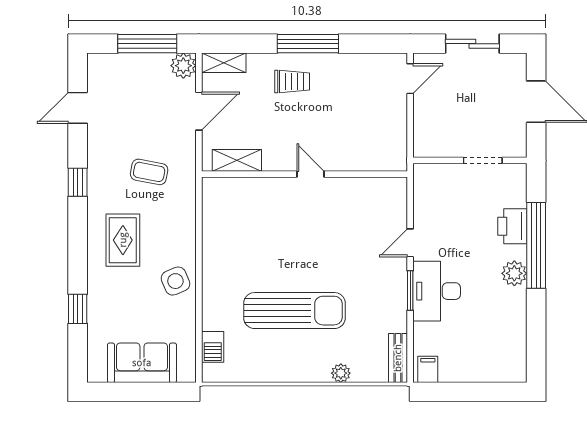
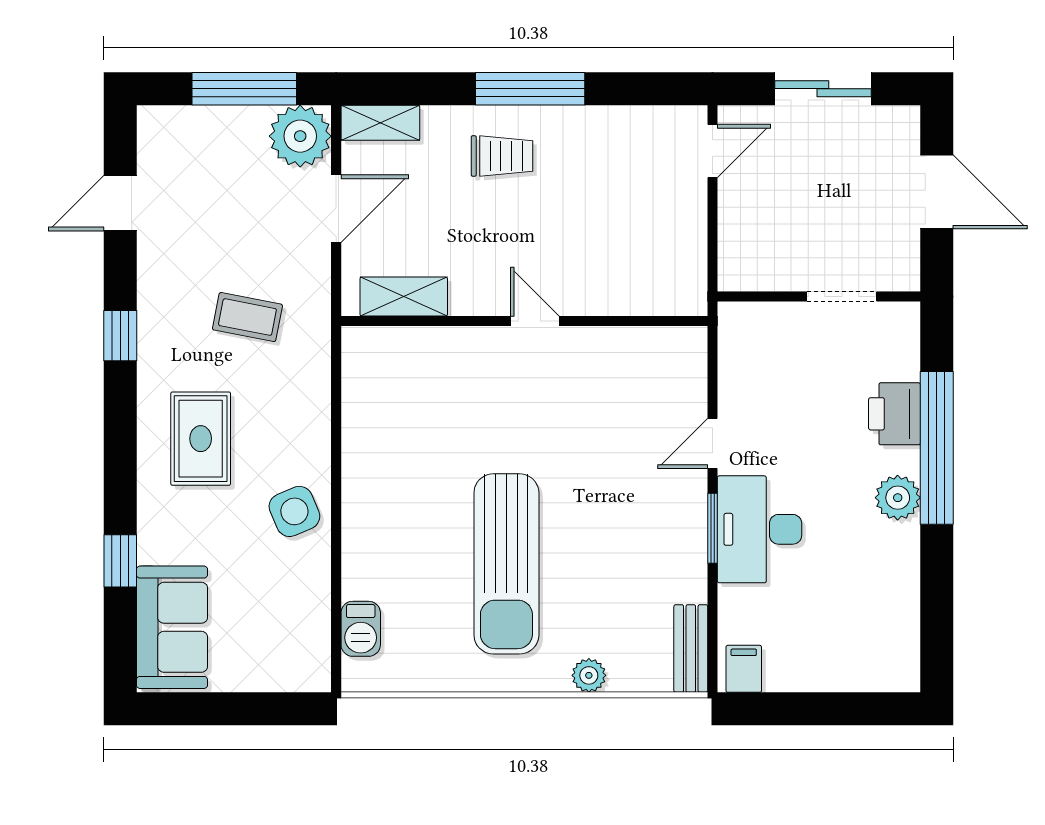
plant: (183, 66) -> (300, 136), width x1.36, depth x1.36
sun lounger: (295, 311) -> (506, 564), turned 90
sofa: (142, 363) -> (172, 627), moved, turned 90

